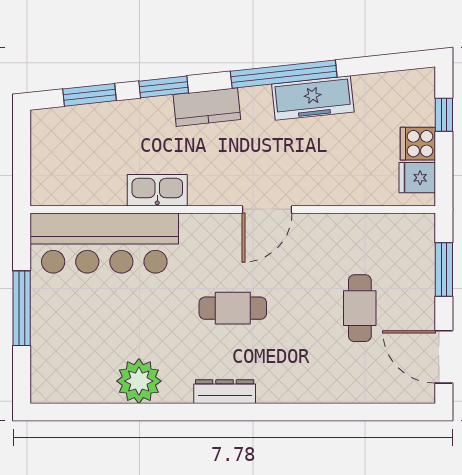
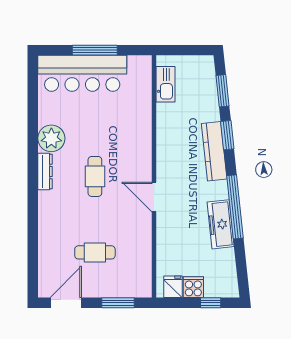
kitchen counter: (207, 107) -> (214, 151), width x1.50
kitchen sink: (157, 190) -> (165, 84), moved
bar counter: (104, 243) -> (82, 73), moved, turned -90
plant: (139, 381) -> (51, 138), moved

